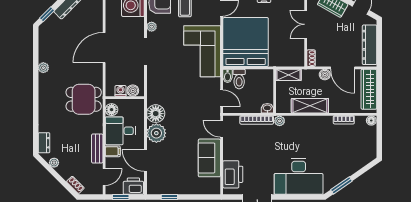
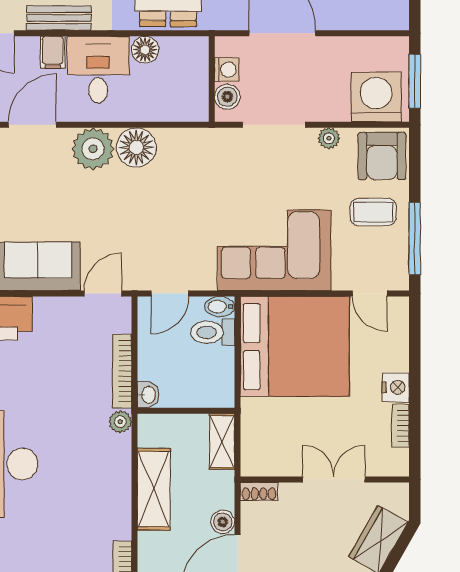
washing machine: (121, 91) -> (227, 70), moved
boiler: (133, 91) -> (227, 97), moved
wall: (125, 98) -> (212, 79), moved

